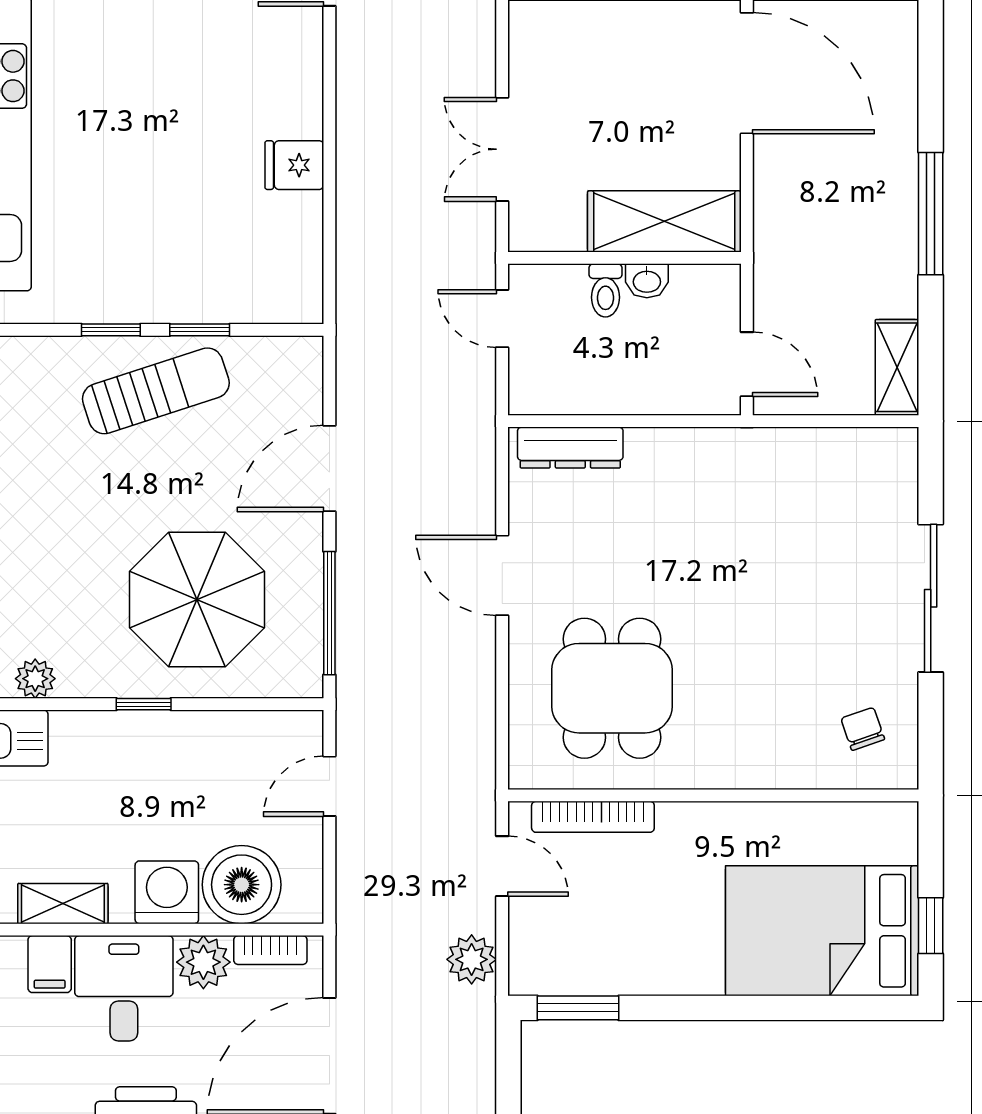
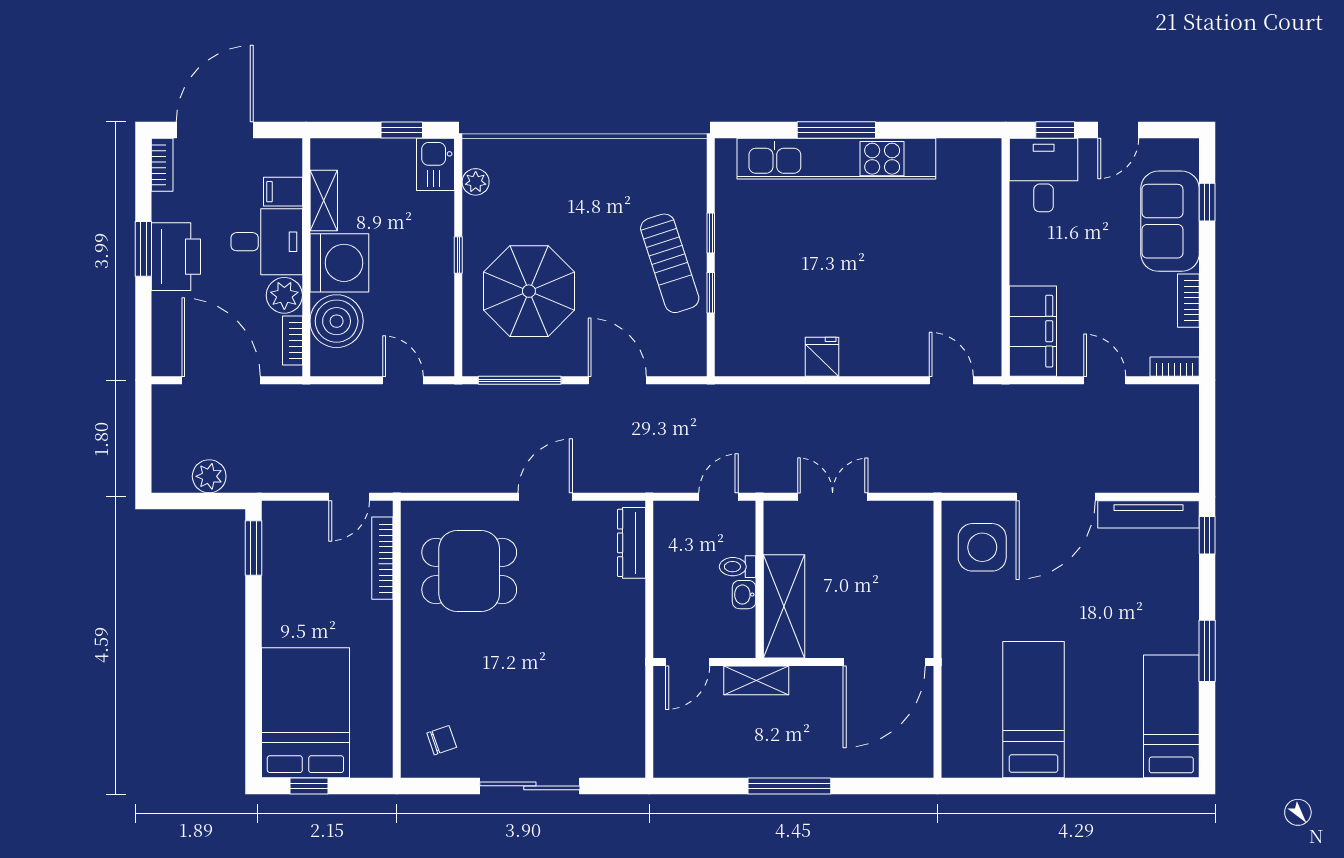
shelving: (897, 367) -> (756, 680), moved
washing machine: (167, 892) -> (339, 263), width x1.37, depth x1.37
plant: (472, 959) -> (209, 476), moved

